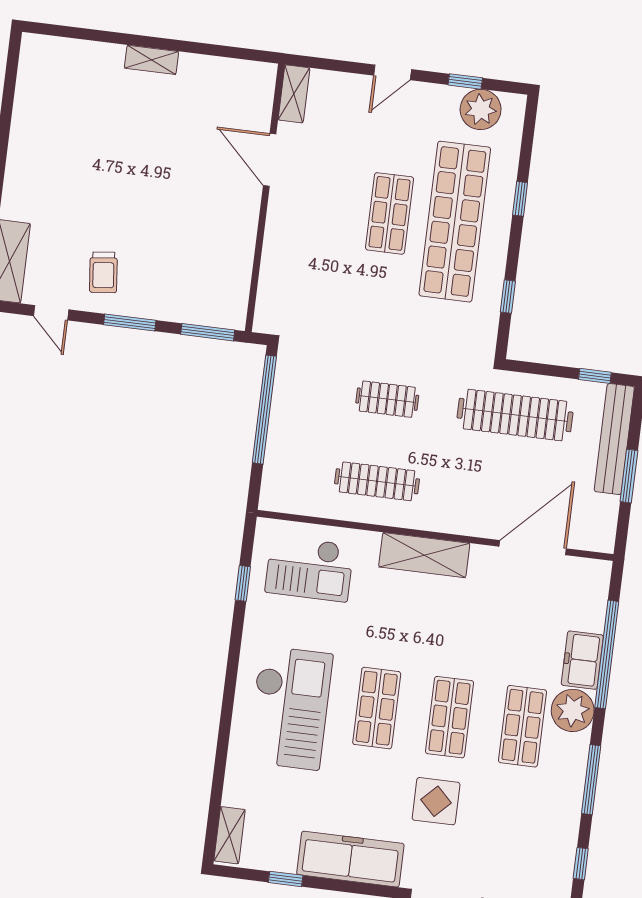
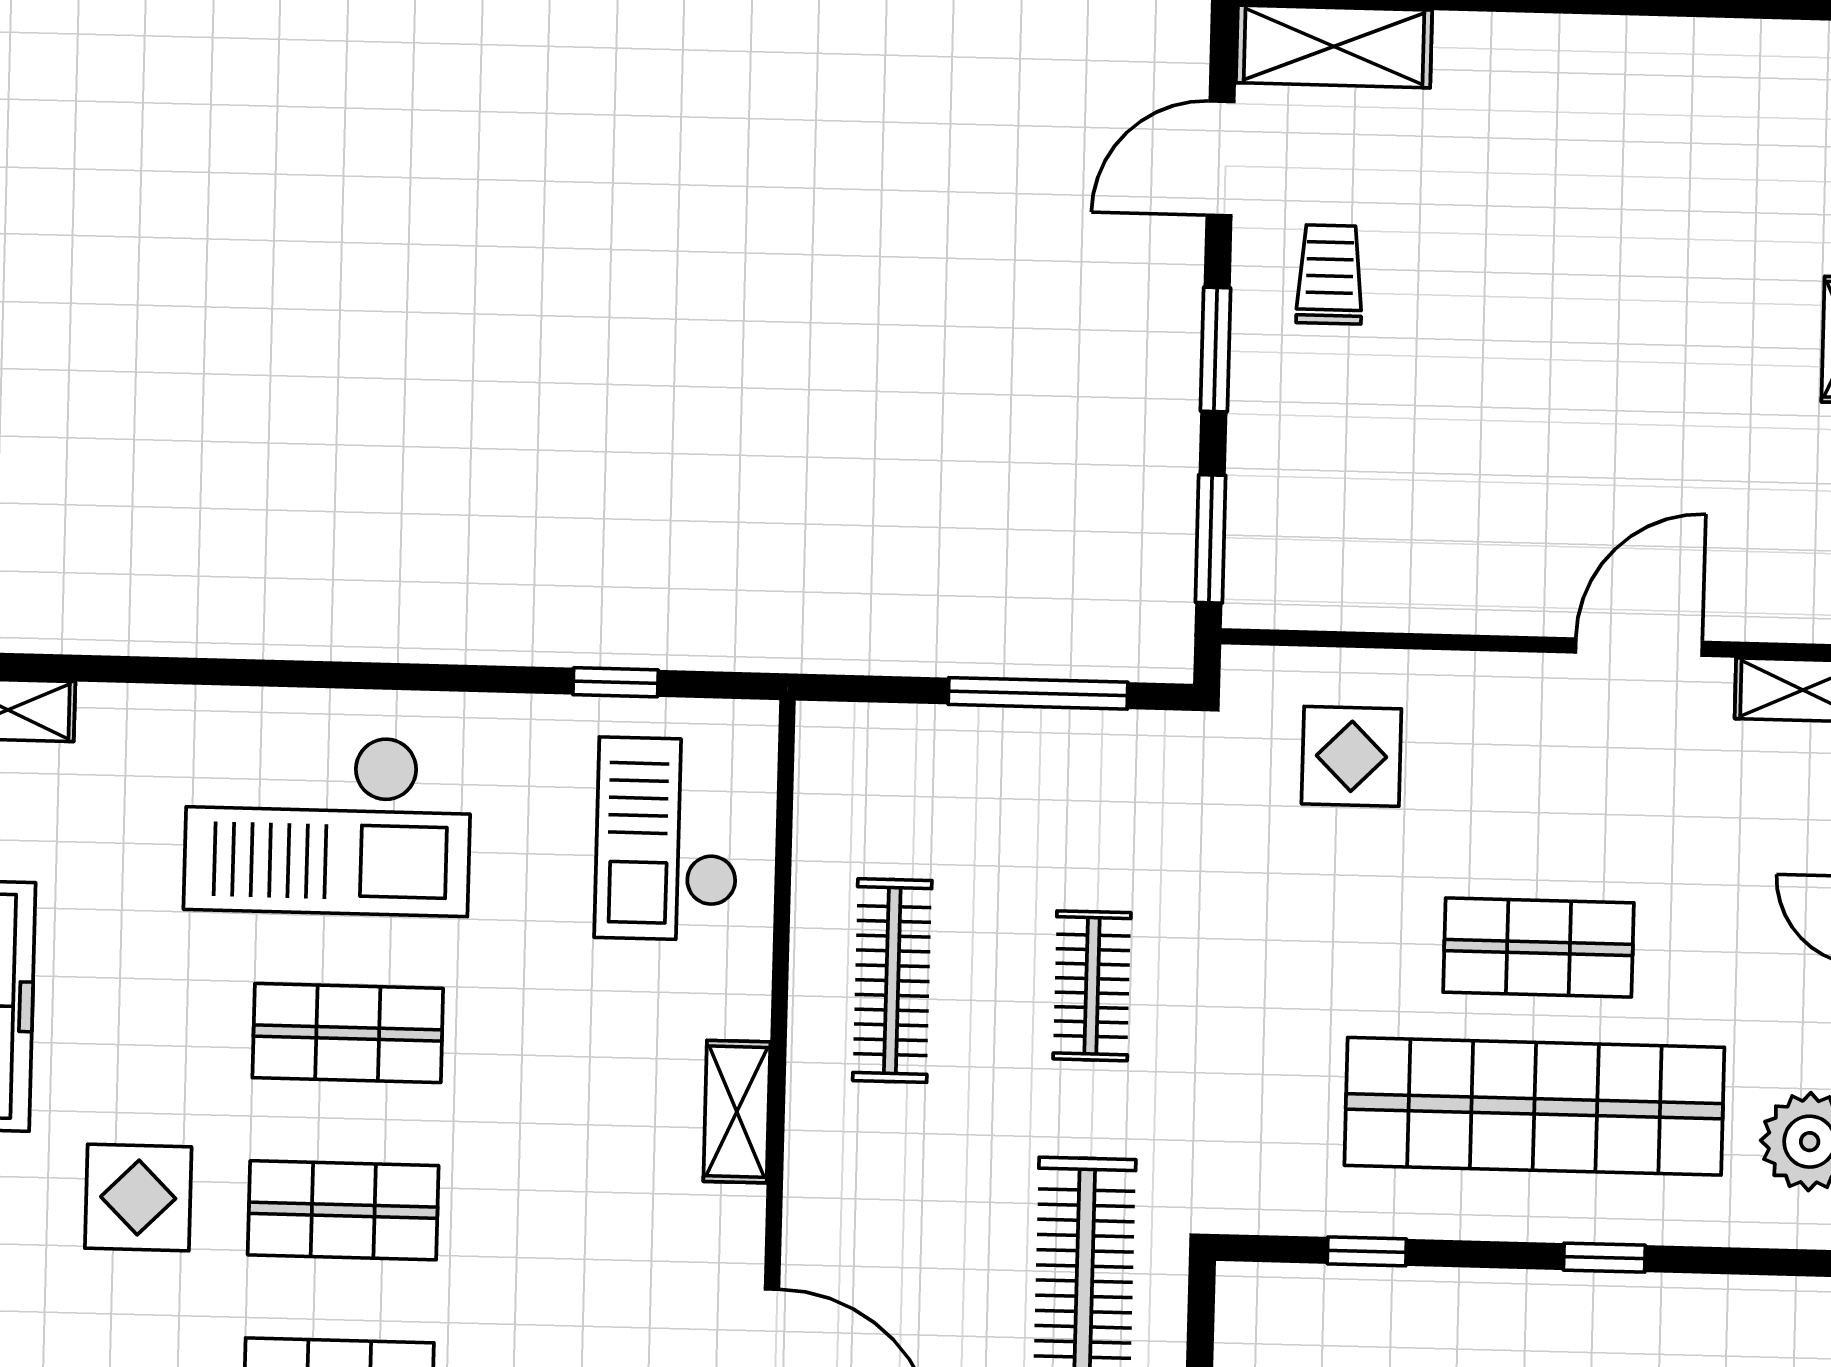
trolley: (103, 272) -> (1330, 274), turned 96
display table: (303, 283) -> (1351, 756), added
door: (51, 313) -> (1220, 158), width x1.38
window: (264, 410) -> (1038, 693), width x0.68
shelving: (424, 555) -> (737, 1112), width x0.67, depth x0.75

